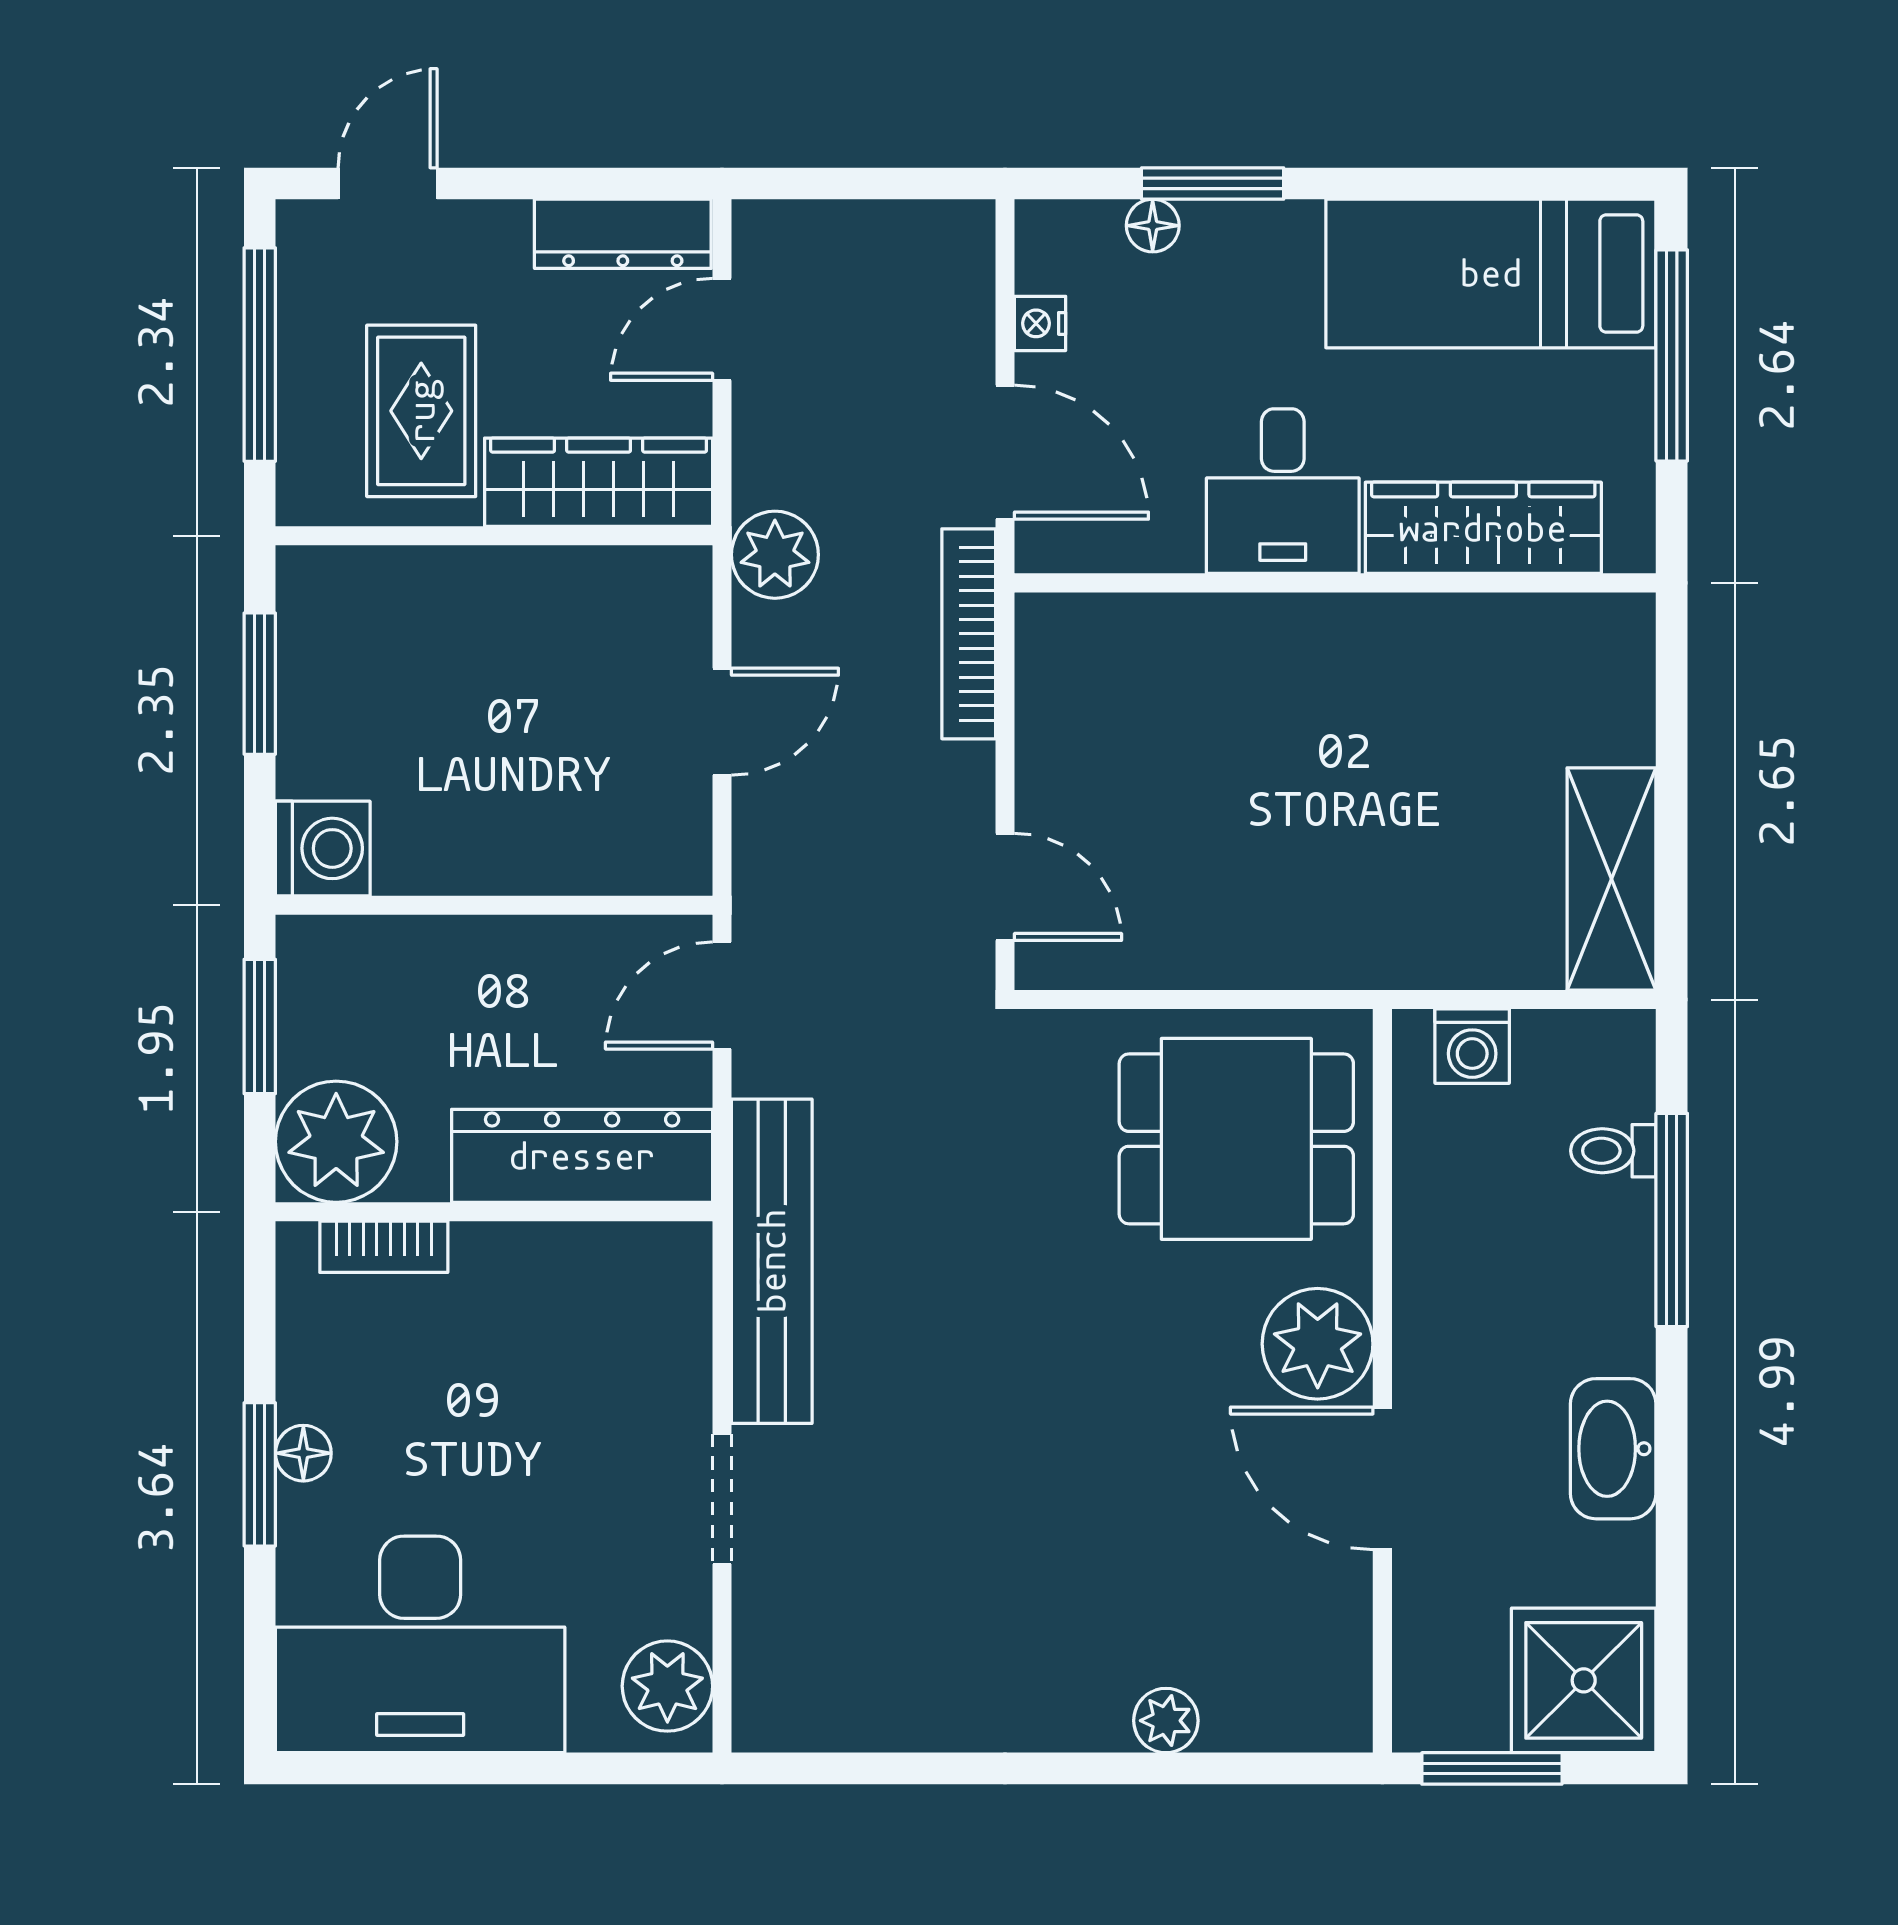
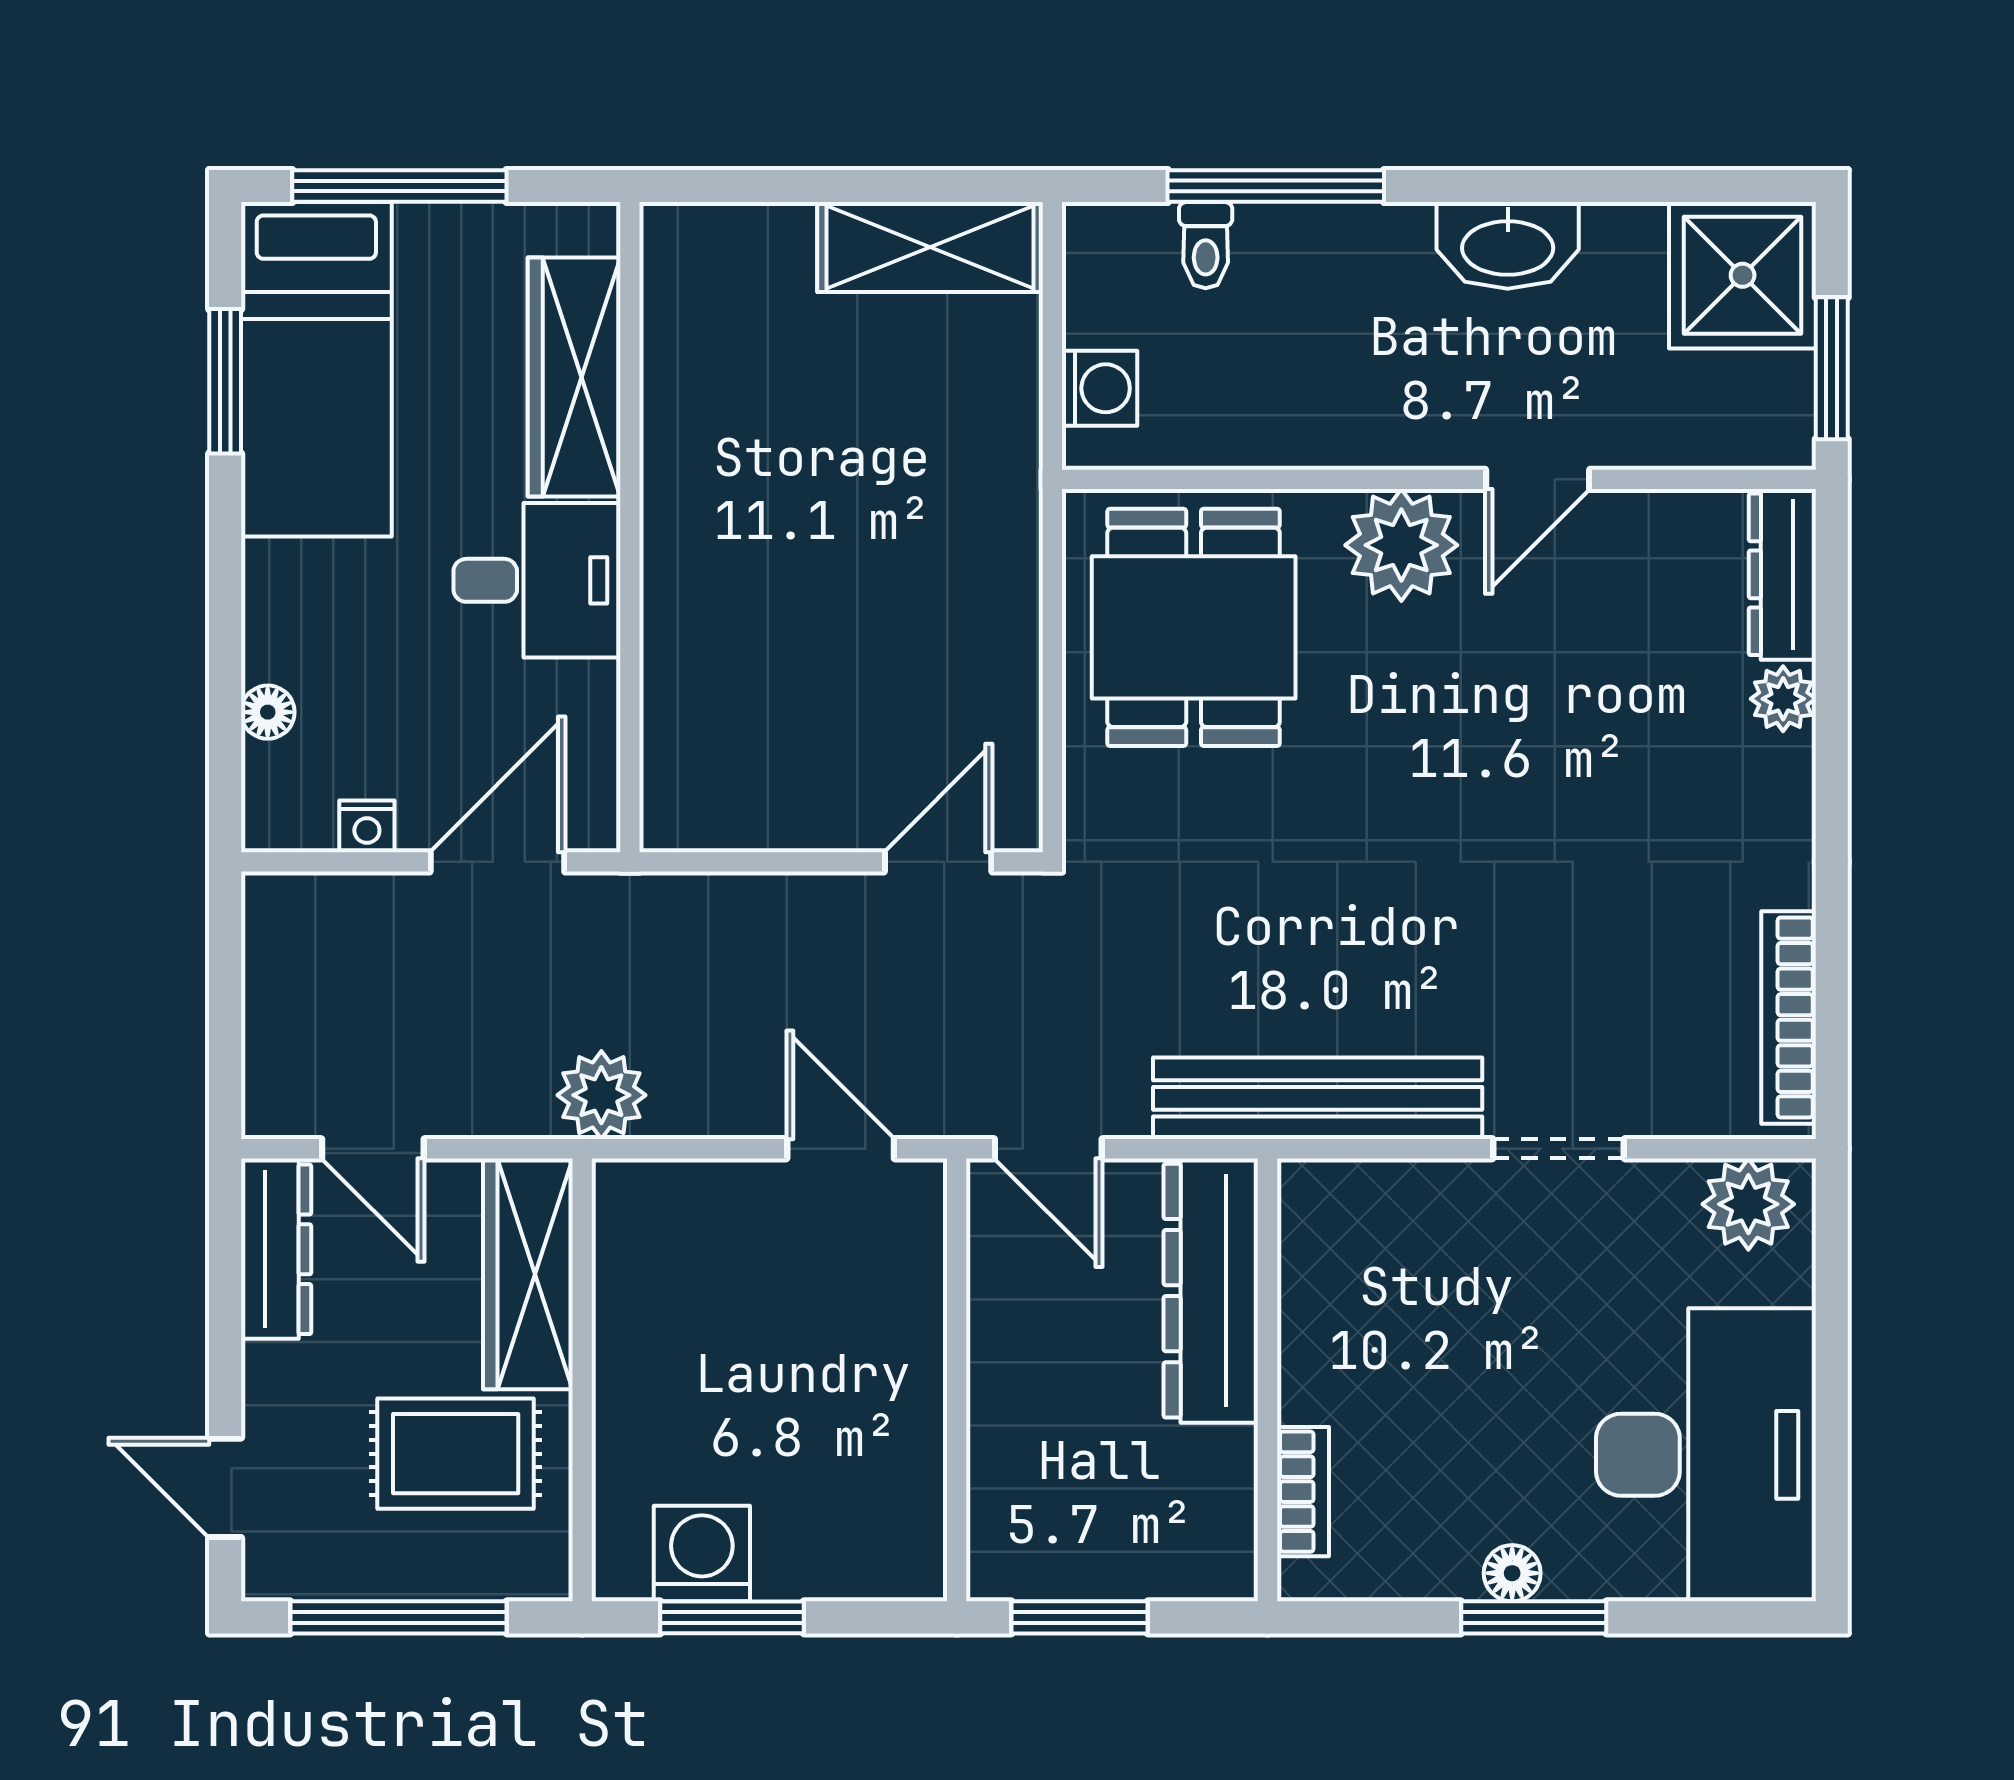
window: (1213, 183) -> (225, 381), moved
bookcase: (969, 634) -> (1789, 1017), moved, turned 90
door: (722, 722) -> (841, 1149), moved
washing machine: (323, 848) -> (702, 1554), moved
plant: (336, 1142) -> (1196, 1540), removed
door: (1382, 1478) -> (1538, 479), width x0.73
dresser: (1289, 1720) -> (1782, 574), added

